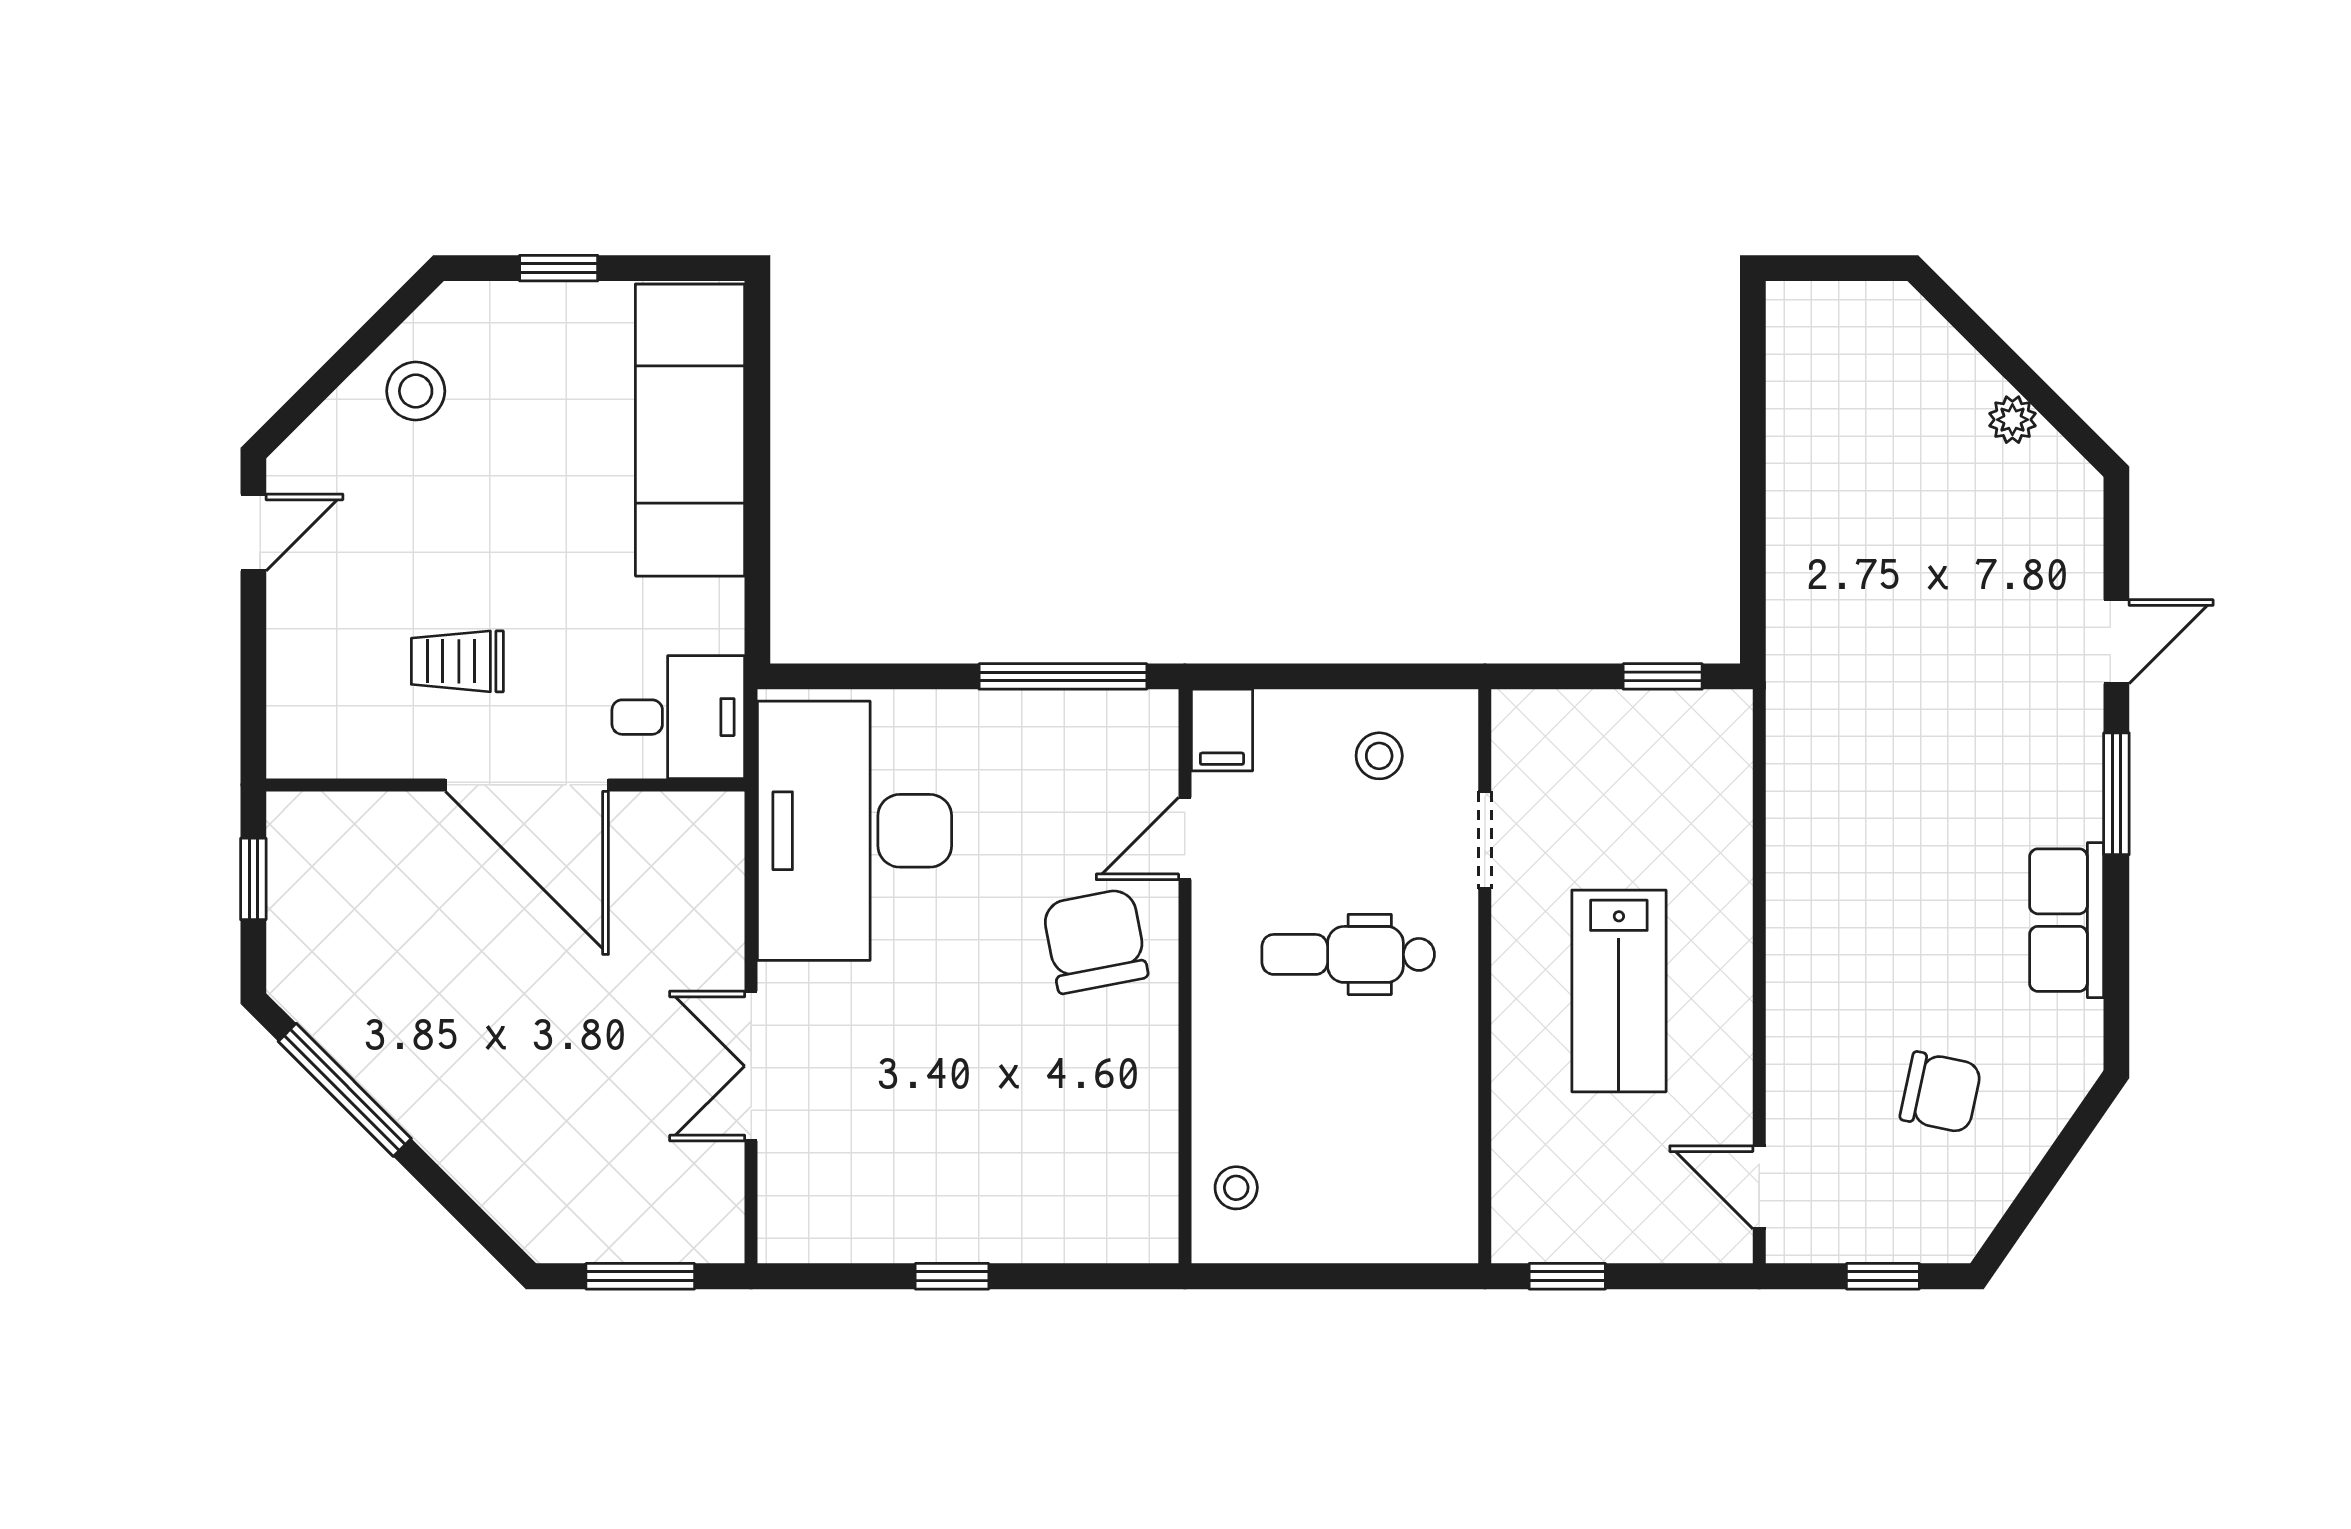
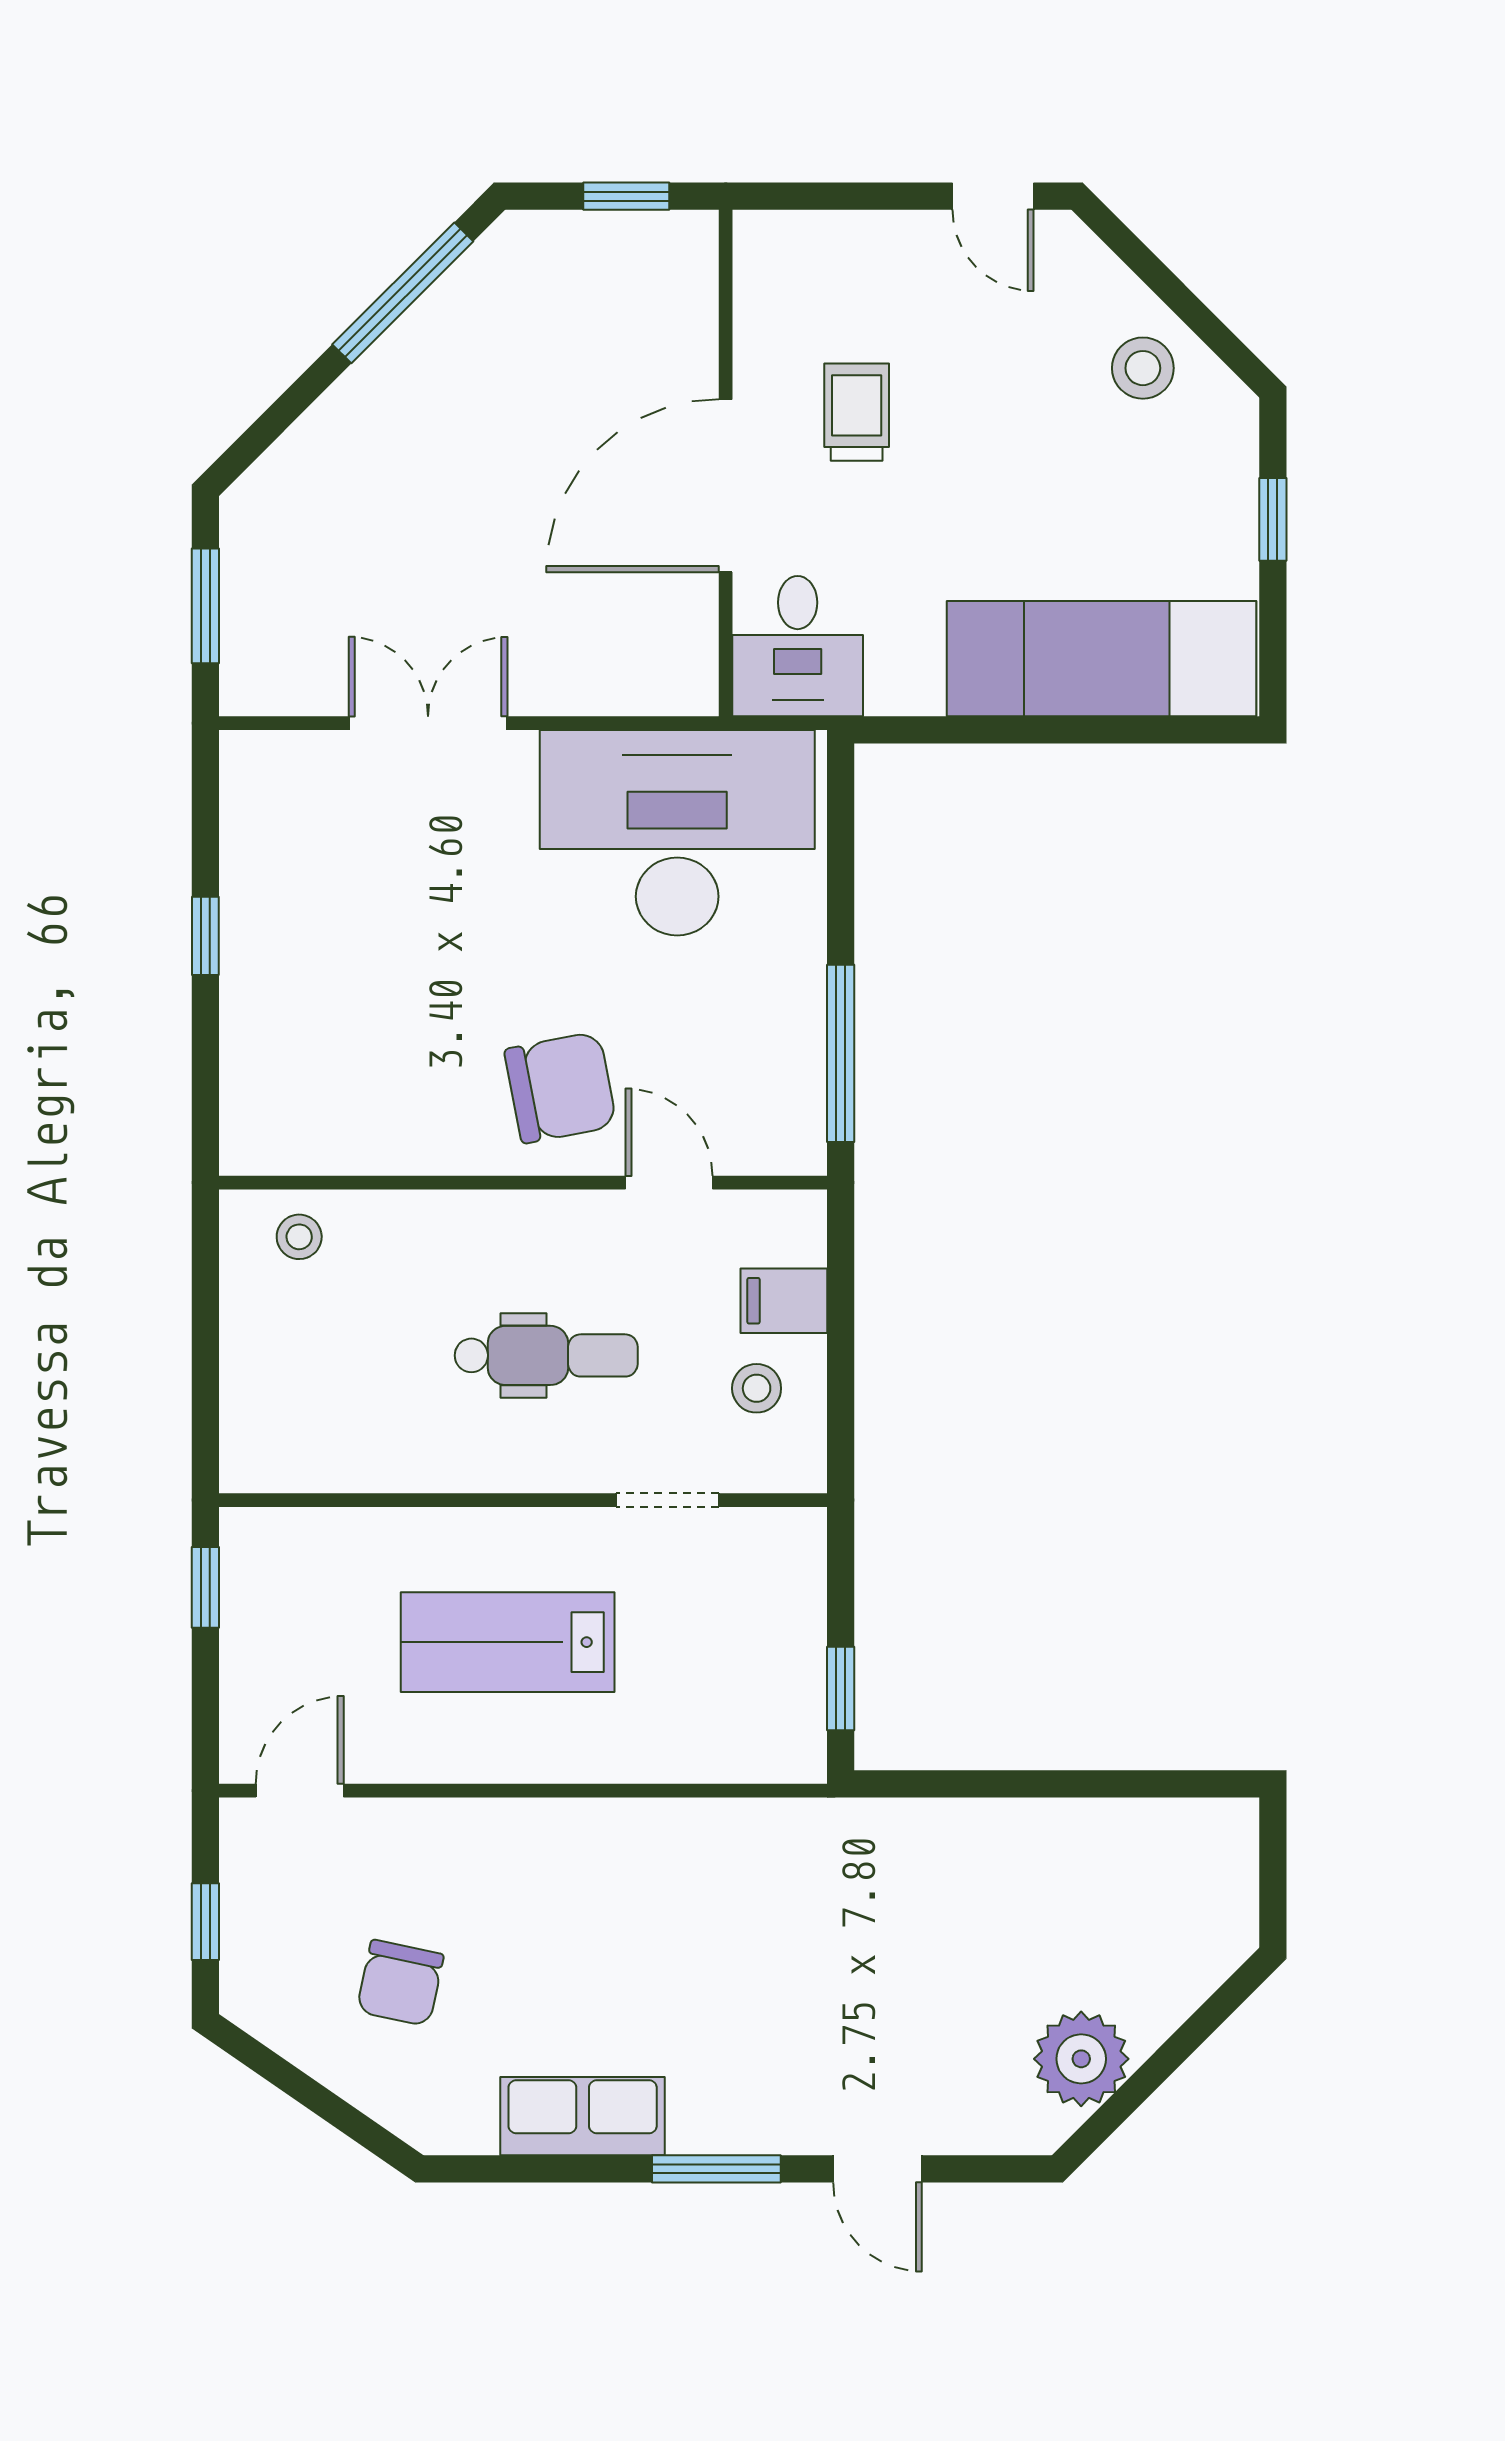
plant: (2012, 420) -> (1081, 2059), width x1.88, depth x1.88
filing cabinet: (1222, 730) -> (784, 1301), moved
dental chair: (1348, 954) -> (546, 1355), turned 90

